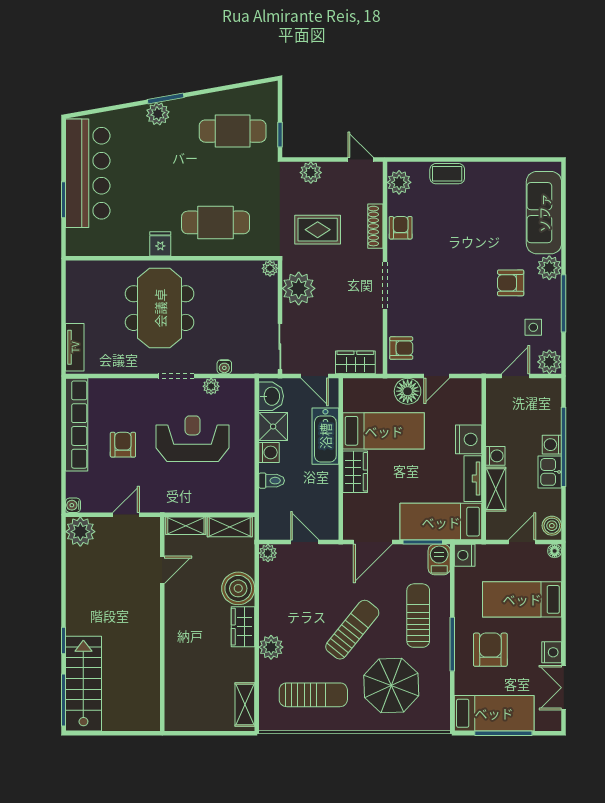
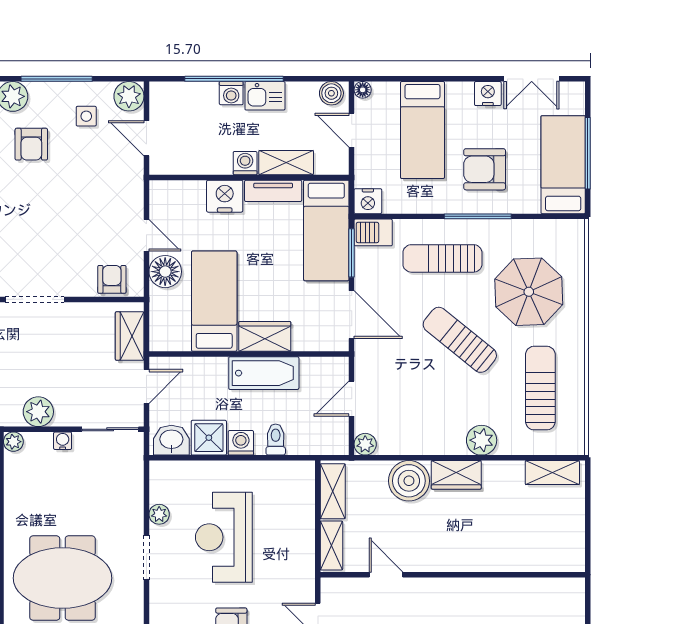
plant: (299, 288) -> (38, 412), width x0.73, depth x0.73
water cooler: (224, 367) -> (63, 441), moved, turned -90
bathtub: (325, 436) -> (264, 373), moved

